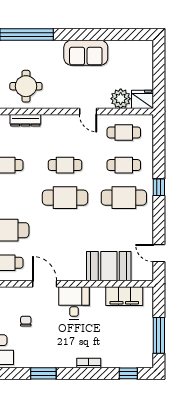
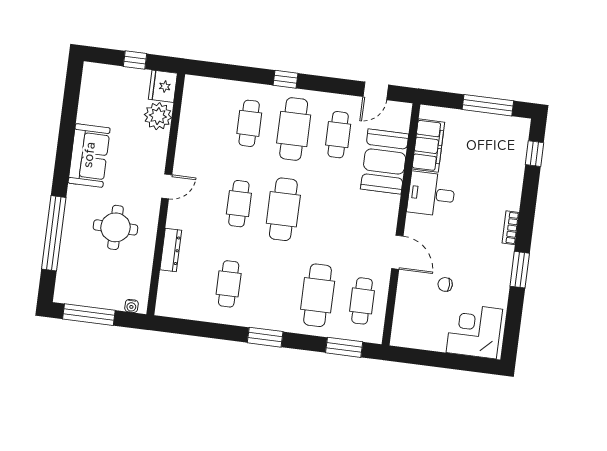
window: (159, 77) -> (135, 60), added
round table: (26, 86) -> (115, 227), moved
door: (88, 111) -> (167, 186), moved
cafe table: (124, 132) -> (338, 135), moved
door: (45, 284) -> (397, 252), swing flipped
desk: (74, 303) -> (431, 194), moved
bookcase: (89, 363) -> (511, 228), moved

